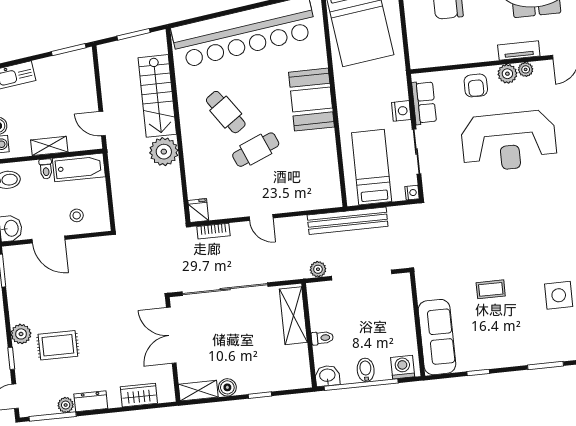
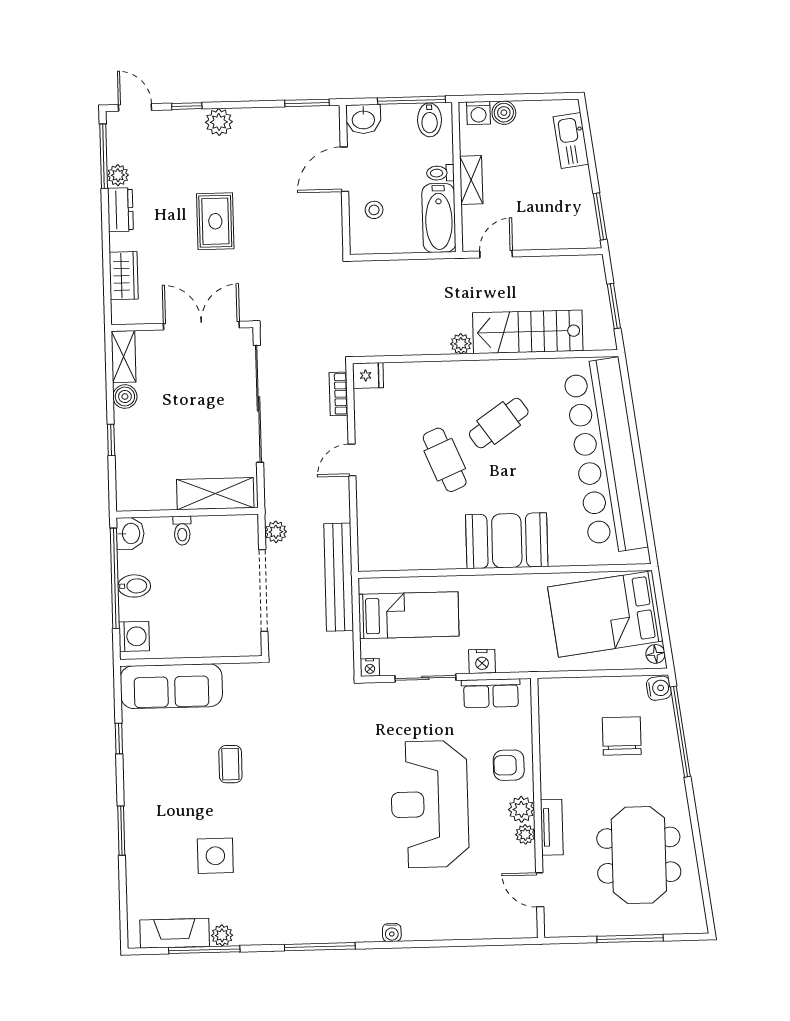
plant: (164, 152) -> (461, 344), width x0.53, depth x0.53
rug: (58, 345) -> (215, 221), moved

